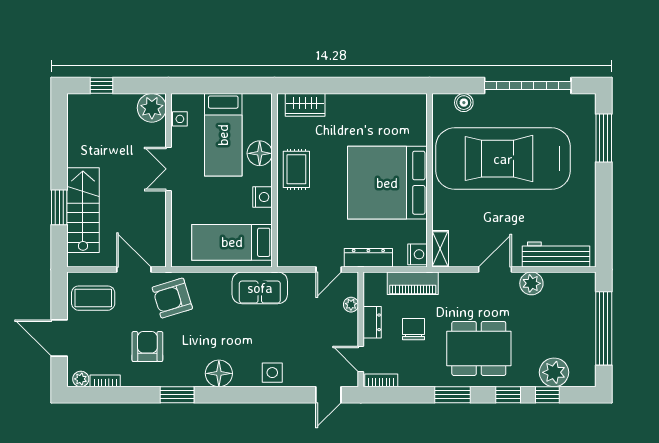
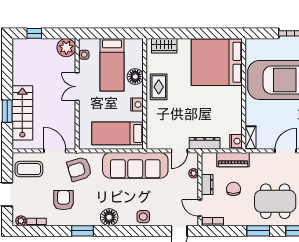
boiler: (464, 103) -> (266, 44), removed
bed: (387, 183) -> (217, 62), moved
sofa: (260, 288) -> (135, 165), width x1.85, depth x1.27

